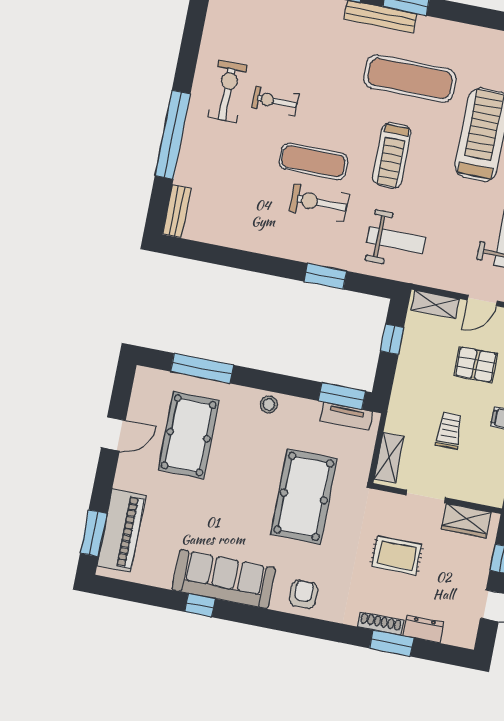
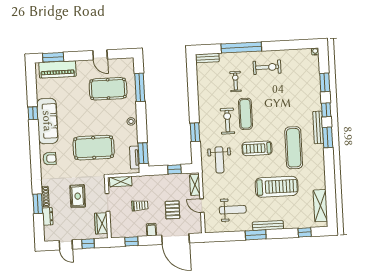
exercise bike: (275, 101) -> (235, 81), moved

